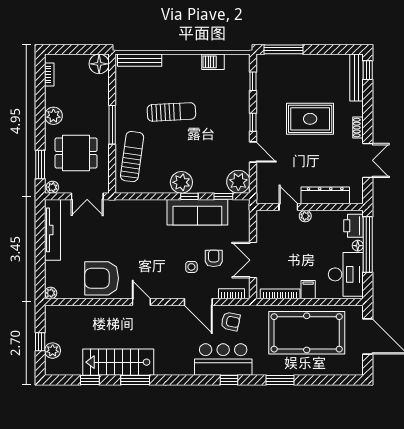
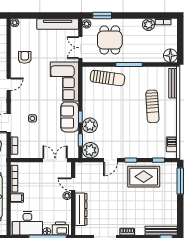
barbecue: (213, 62) -> (172, 144), moved
sun lounger: (171, 112) -> (152, 106), moved
plant: (53, 116) -> (148, 25), moved
rug: (310, 119) -> (144, 177), moved, turned 90
plant: (181, 182) -> (90, 125), moved
door: (288, 207) -> (73, 184), swing flipped
sofa: (197, 212) -> (70, 117), width x0.73
corner sofa: (137, 220) -> (64, 81), added
armchair: (214, 258) -> (38, 134), removed
double door: (253, 260) -> (55, 160), moved
armchair: (102, 278) -> (25, 57), width x0.53, depth x0.53

